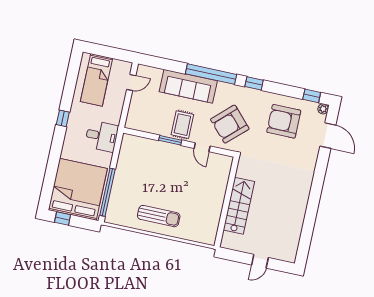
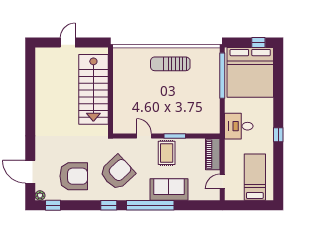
sofa: (188, 86) -> (169, 189), width x0.73
piano: (135, 113) -> (213, 154), added
armchair: (230, 124) -> (117, 173), moved
stairs: (239, 206) -> (93, 89), width x1.36, depth x1.51

